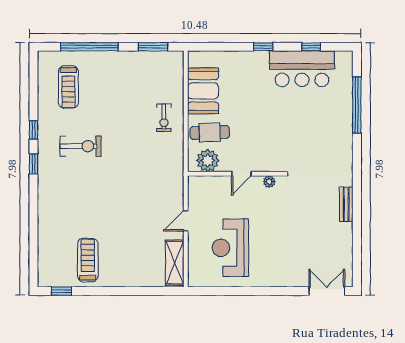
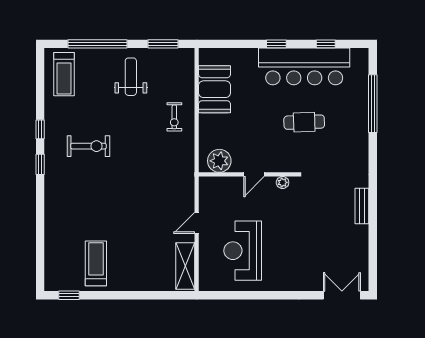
bar counter: (302, 69) -> (304, 66), width x1.36
weight bench: (122, 79) -> (131, 77), added
treadmill: (68, 87) -> (64, 74), moved
cafe table: (210, 132) -> (304, 122), moved

